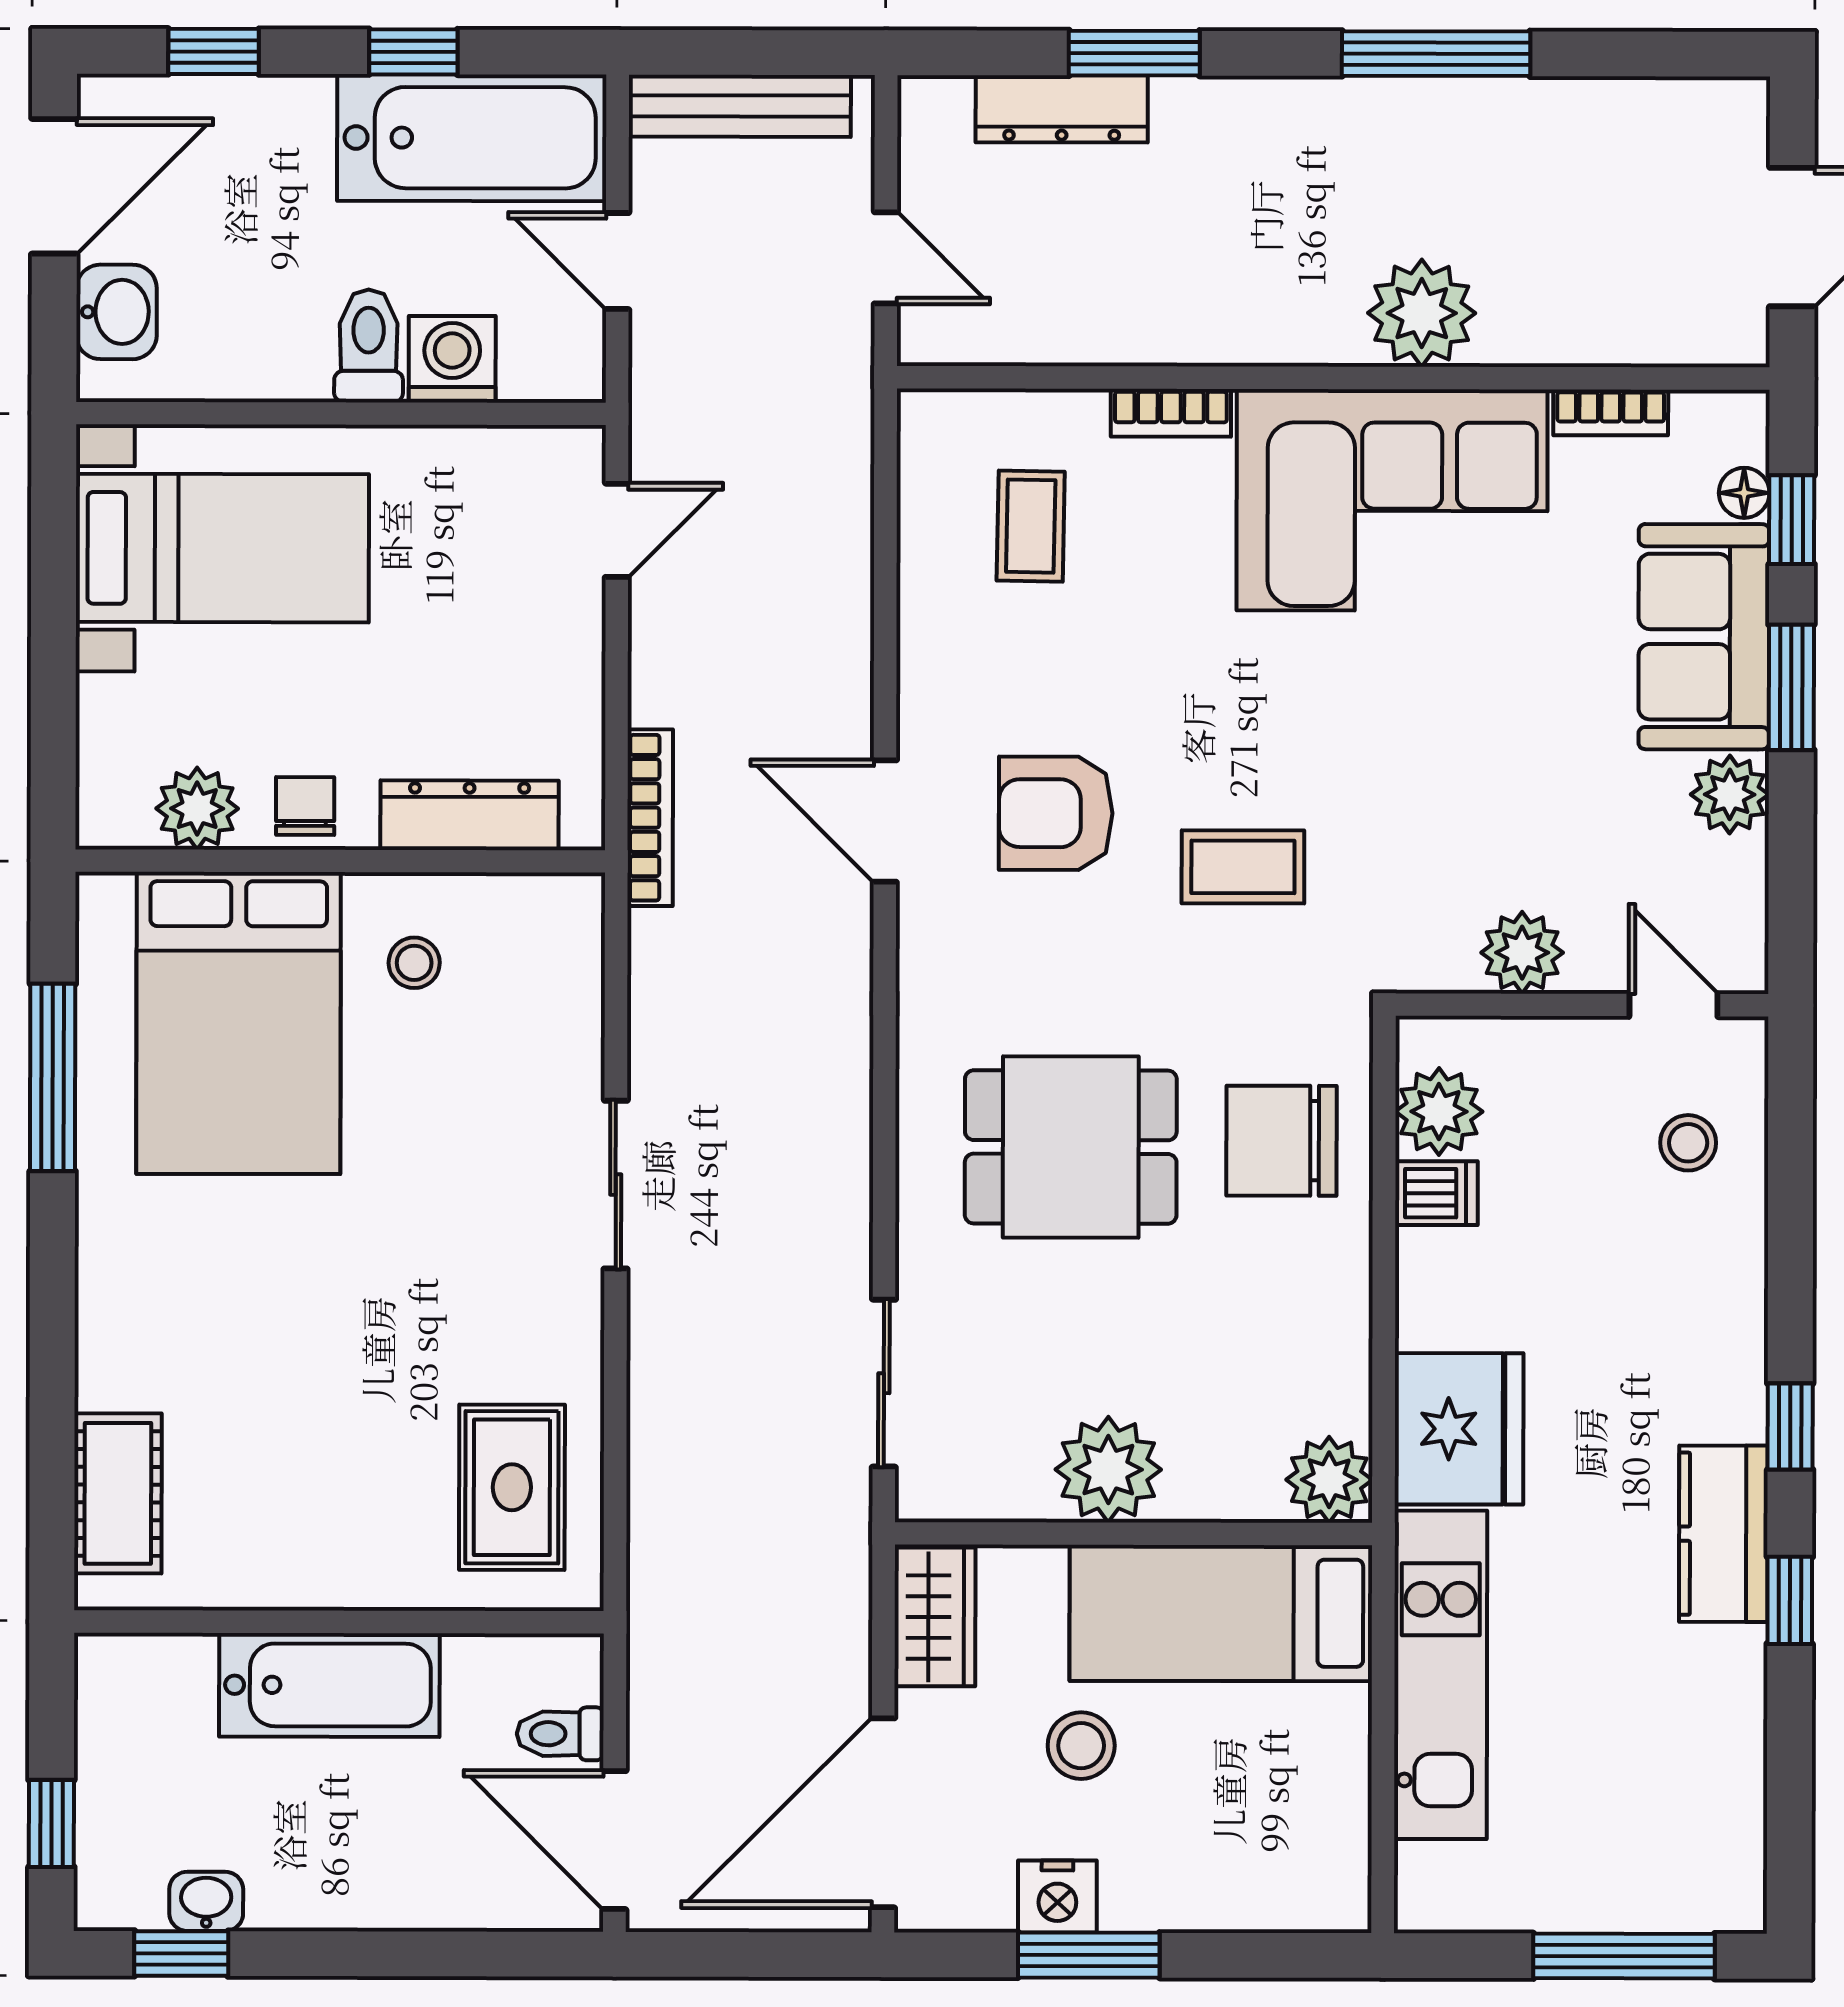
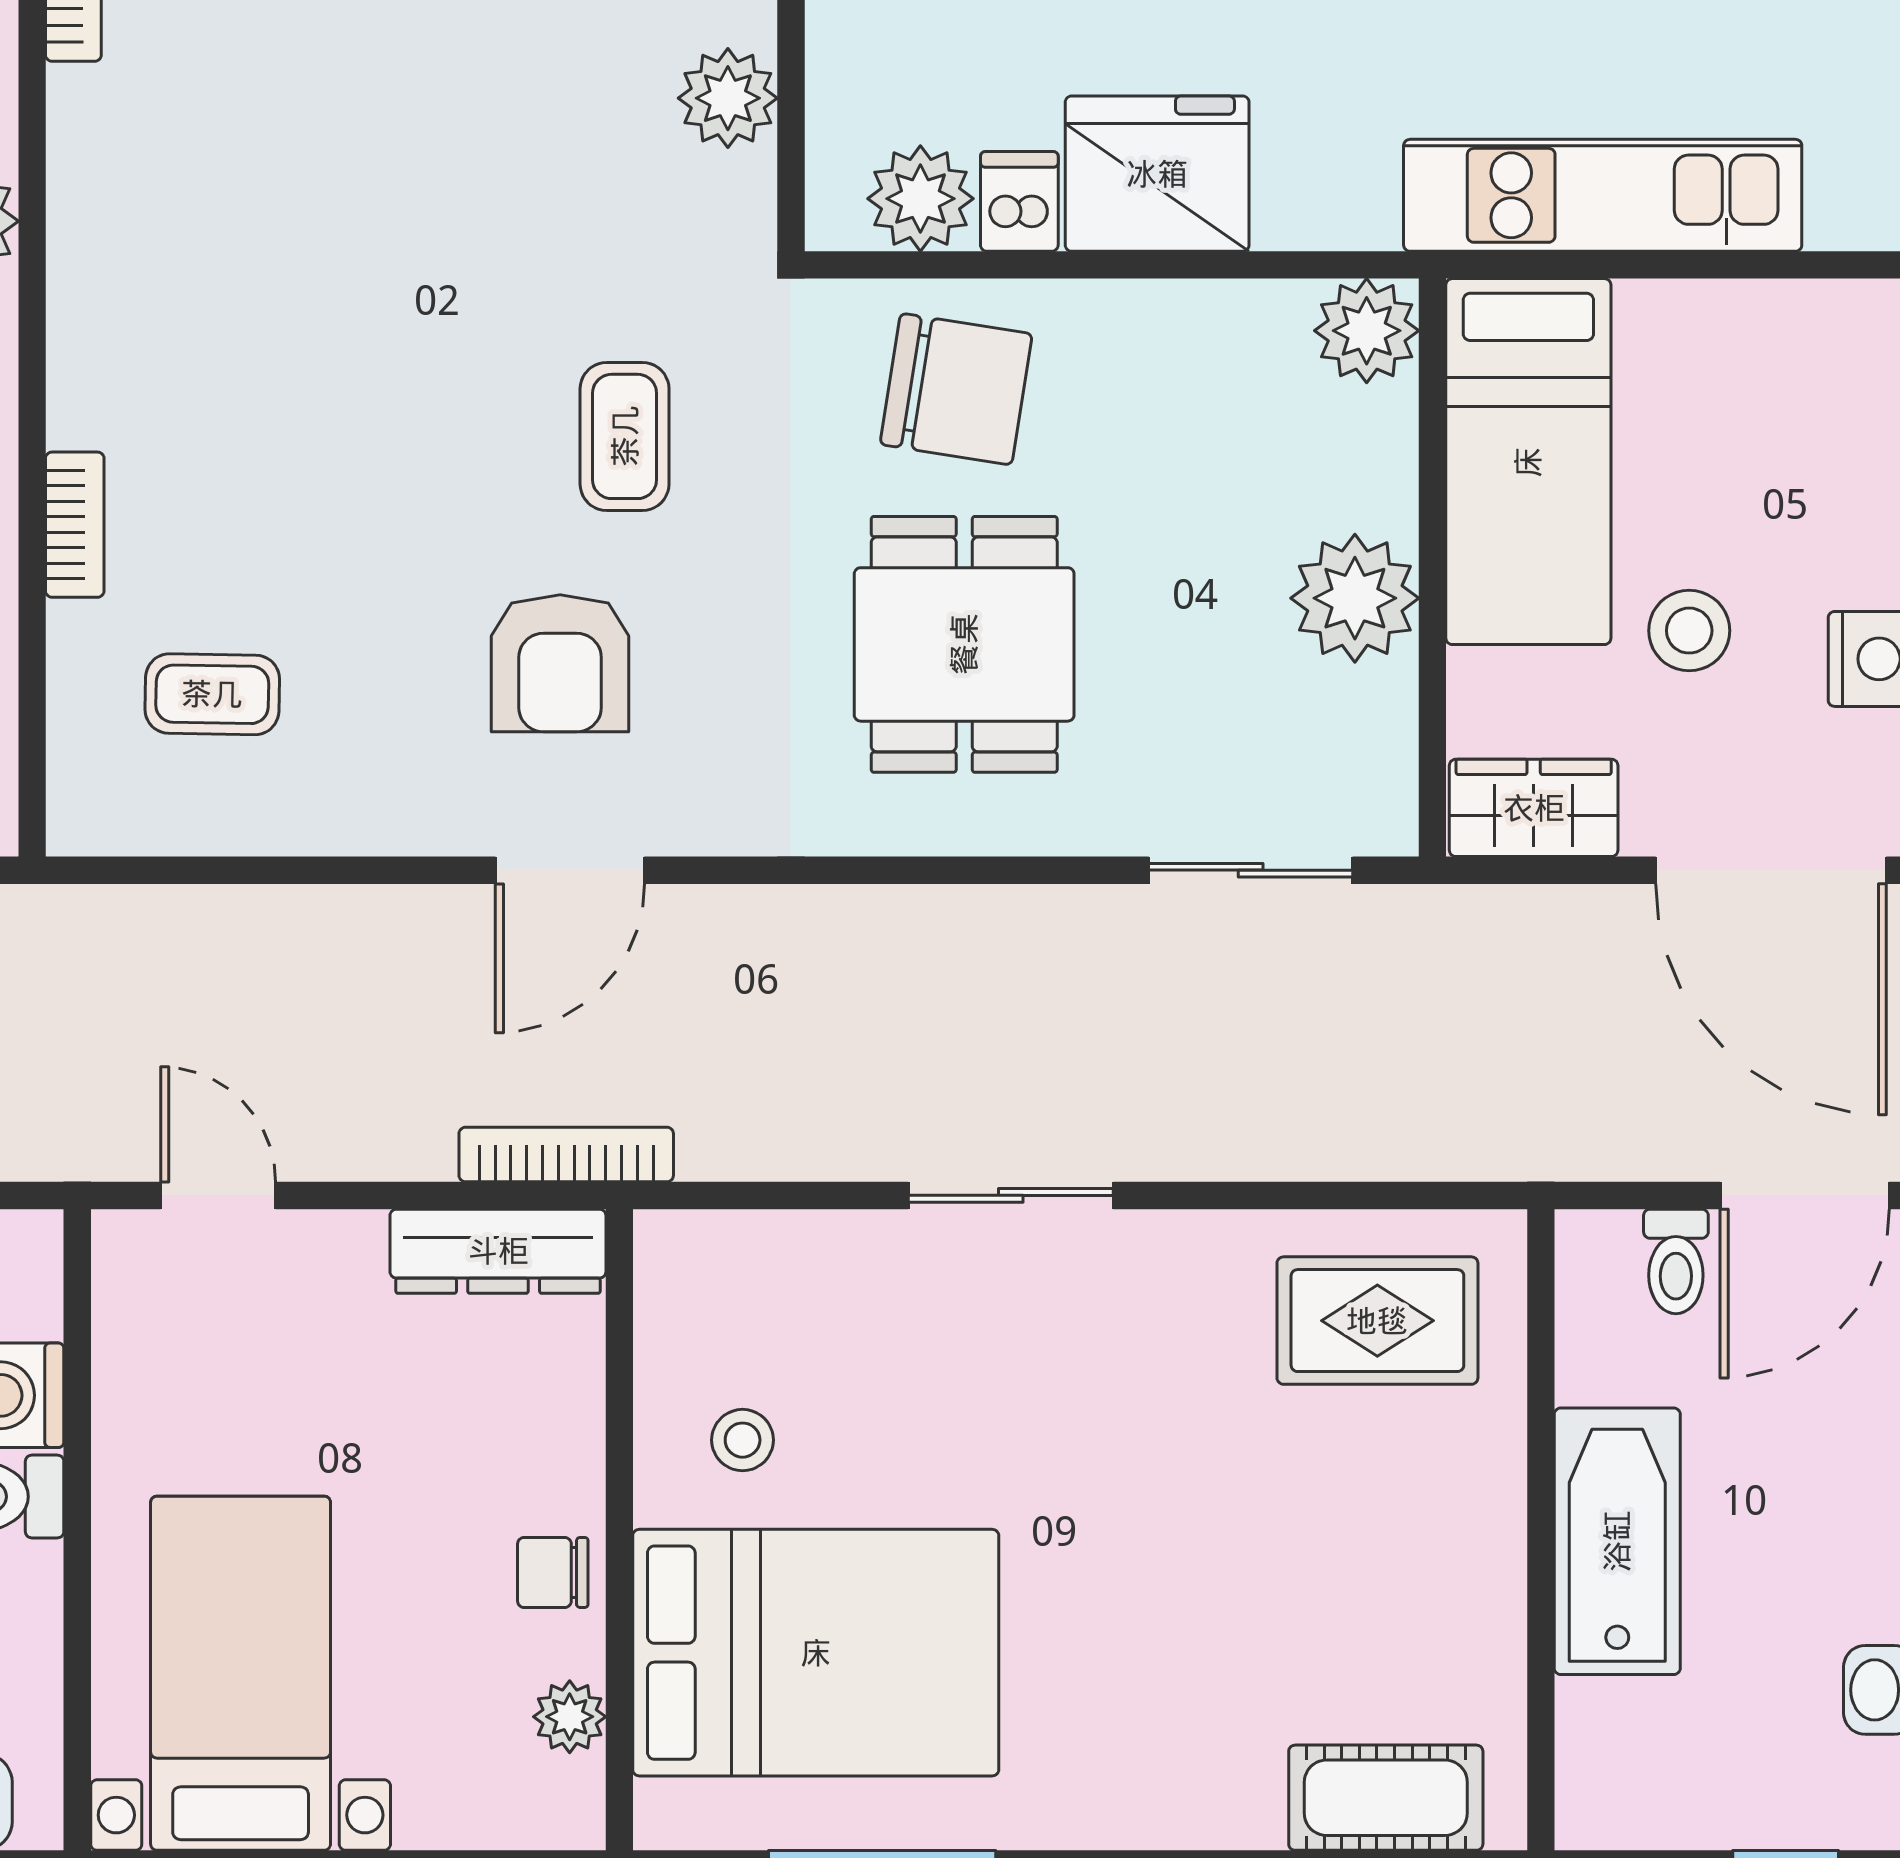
corner sofa: (1392, 500) -> (180, 257), removed
plant: (197, 809) -> (570, 1717), width x0.73, depth x0.73
dresser: (470, 815) -> (498, 1251), moved, turned -90
chair: (1282, 1141) -> (956, 389), turned -81
fridge: (1459, 1429) -> (1157, 174), moved

